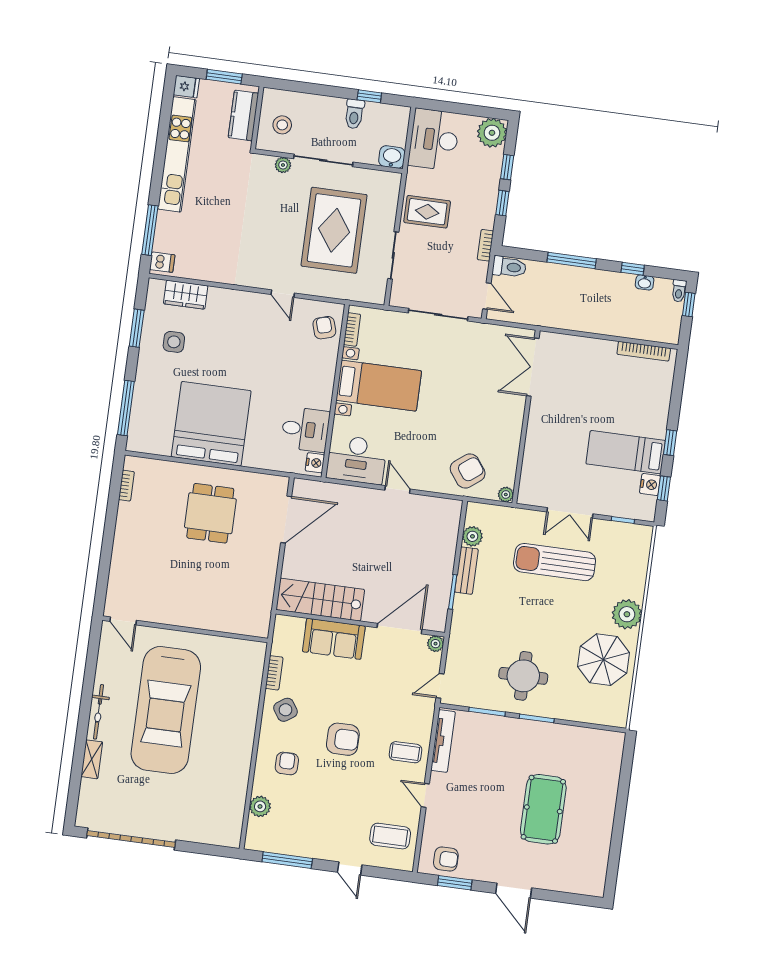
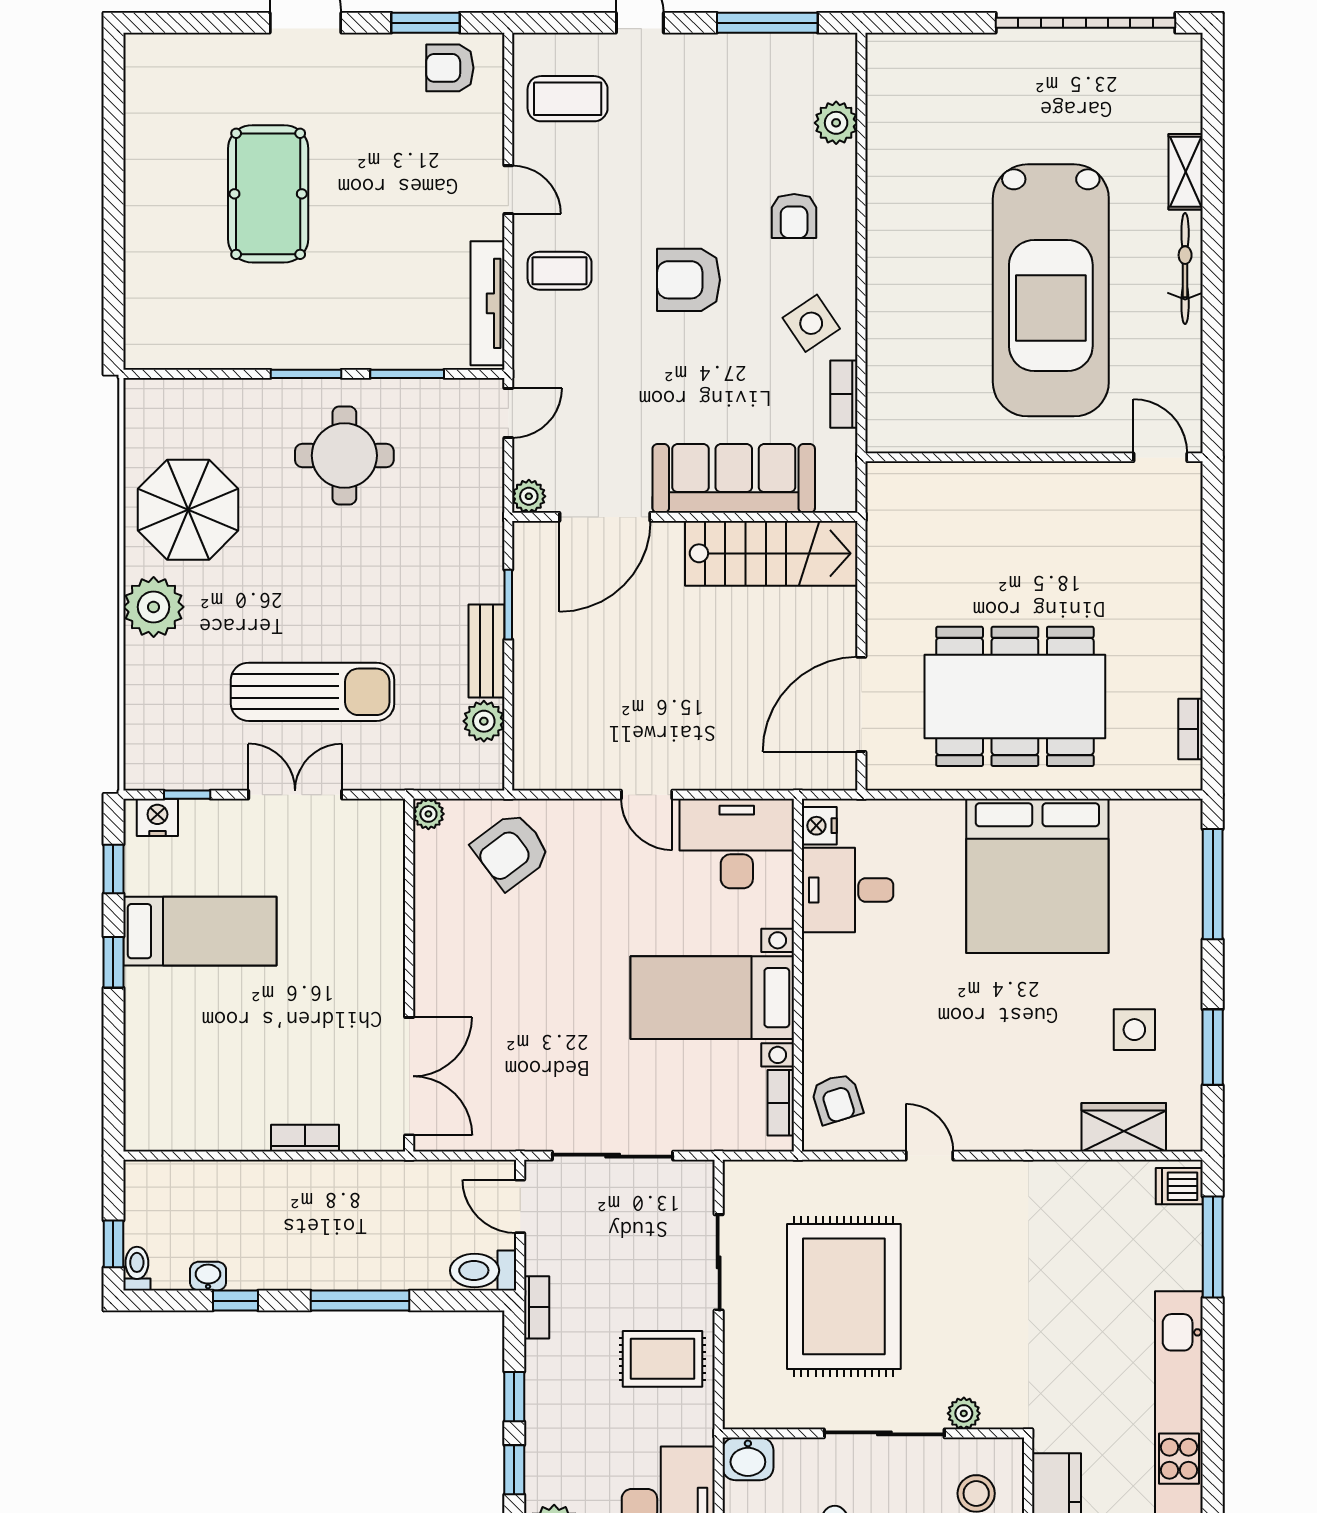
bookcase: (644, 351) -> (305, 1138), moved, width x0.64
nightstand: (650, 485) -> (157, 817), moved, turned 90
dining table: (210, 513) -> (1015, 696), width x1.88, depth x1.24
sofa: (334, 639) -> (734, 478), width x1.36
car: (166, 710) -> (1051, 290), turned 180

